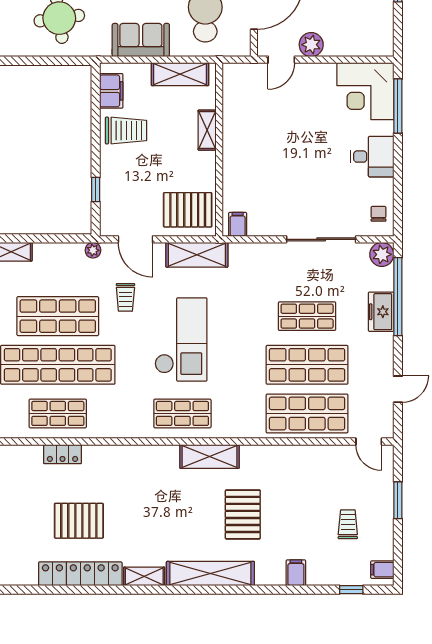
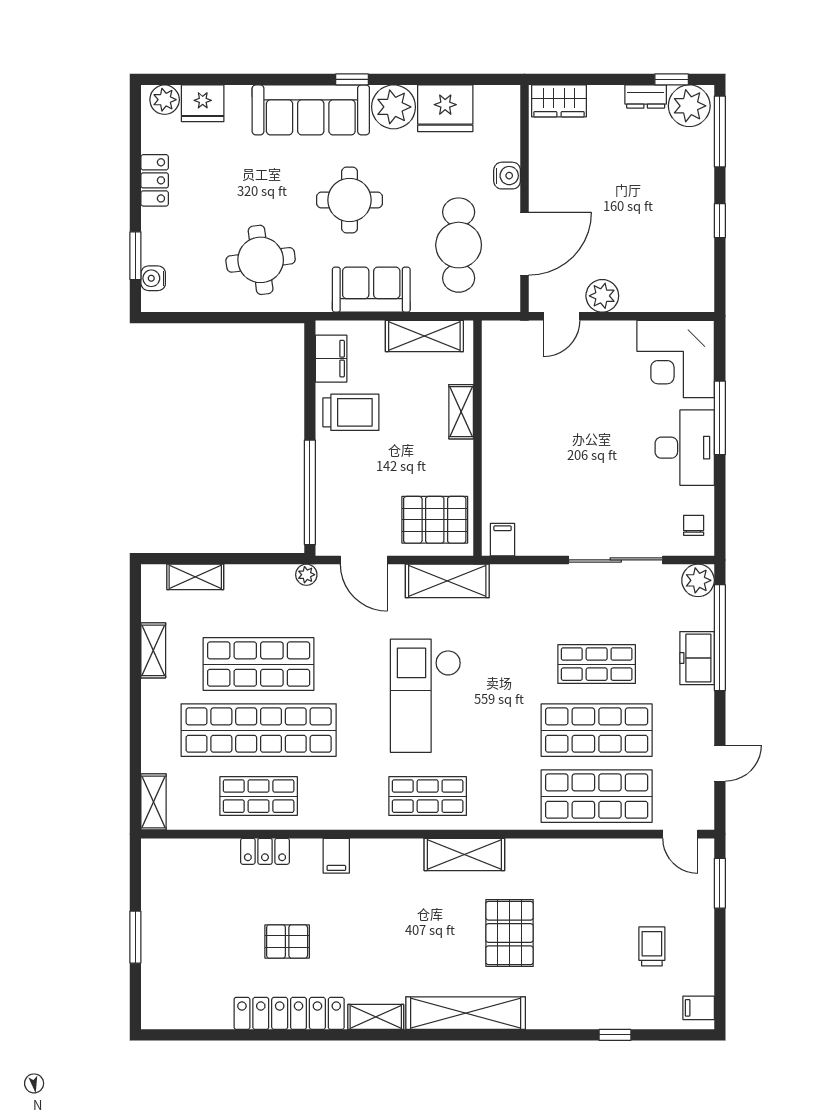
window: (398, 106) -> (720, 418), moved
desk: (372, 157) -> (685, 448), width x1.37
window: (96, 189) -> (310, 492), width x3.17
trolley: (125, 297) -> (350, 639), removed
checkout: (181, 339) -> (426, 696), turned 180
window: (398, 500) -> (720, 883), moved
pallet: (79, 521) -> (287, 942), width x0.67, depth x0.71
filing cabinet: (296, 573) -> (336, 856), moved, turned 180
window: (351, 590) -> (615, 1035), moved

